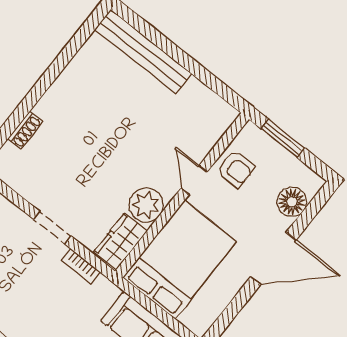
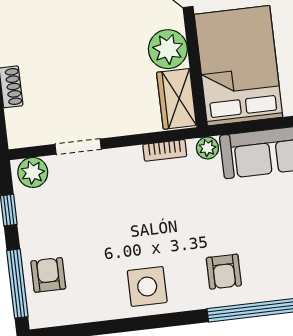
doorway: (52, 228) -> (78, 147), moved
plant: (109, 291) -> (207, 148), added

